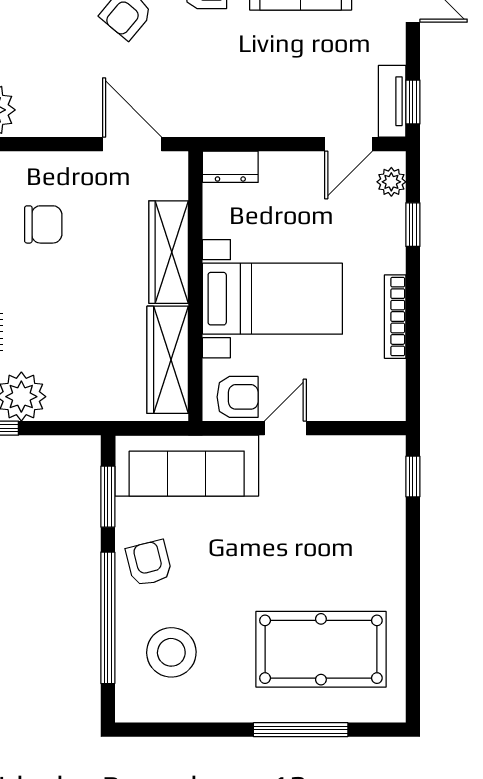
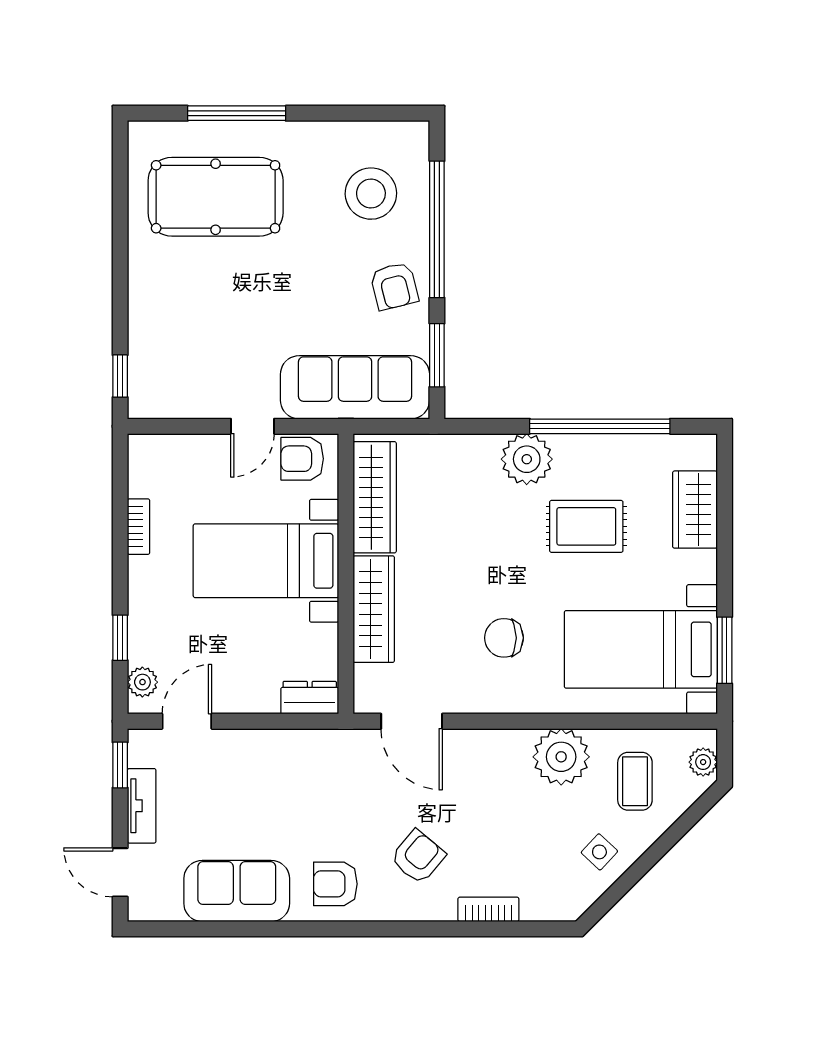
tv unit: (392, 101) -> (142, 806), moved
bookcase: (395, 317) -> (139, 527), width x0.64

